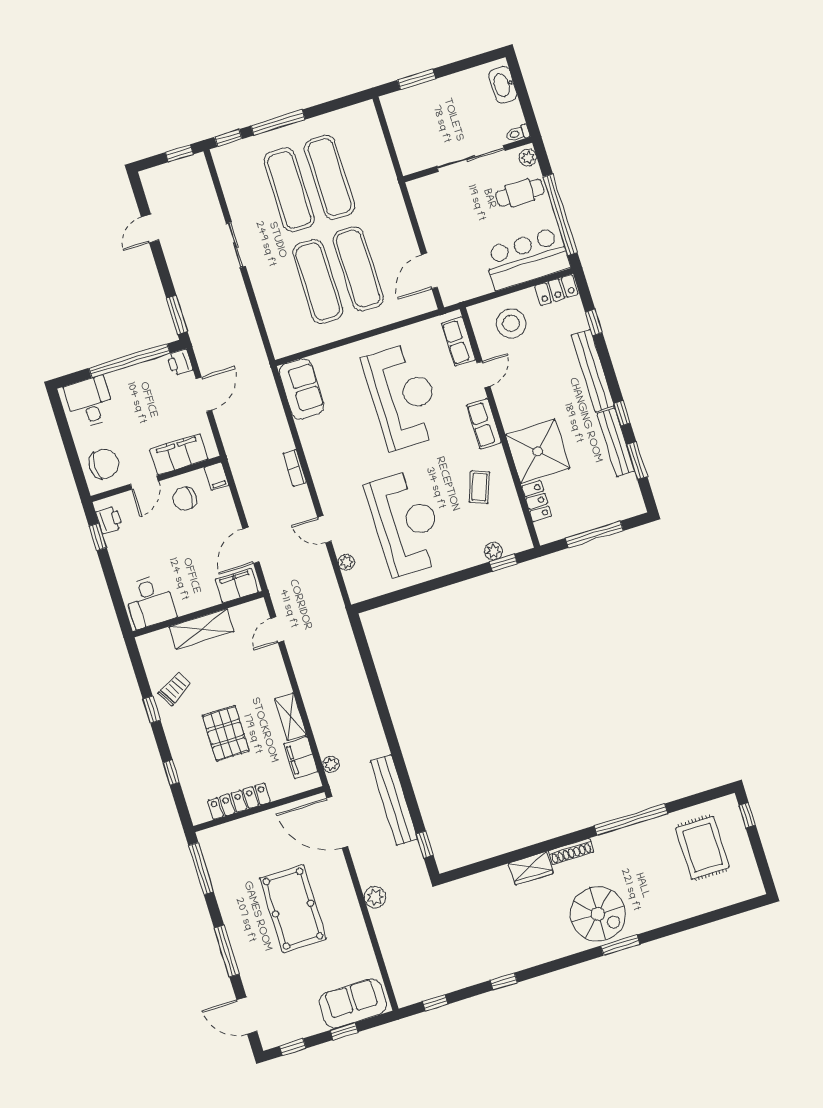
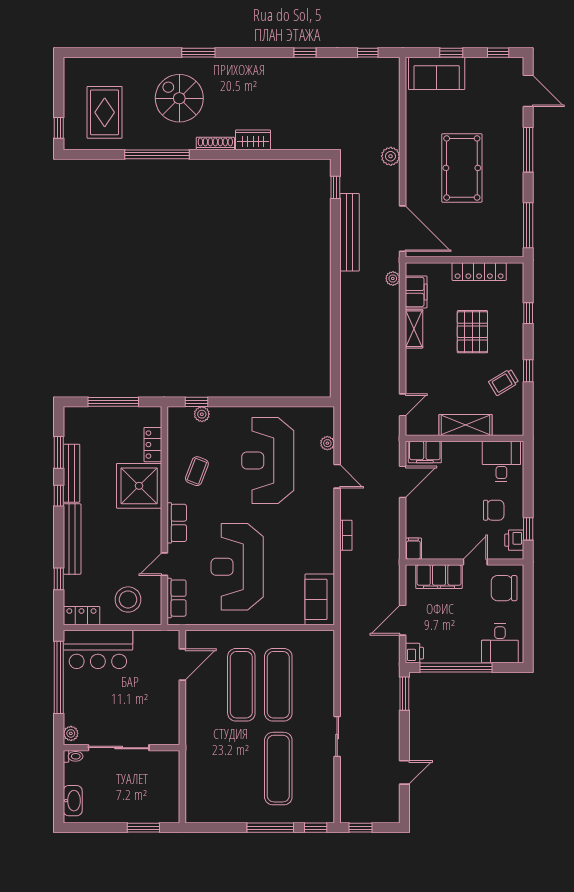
exercise mat: (330, 177) -> (241, 769), removed
cafe table: (520, 193) -> (87, 706), removed
chair: (185, 499) -> (494, 510), moved
spiral stairs: (598, 914) -> (179, 98), moved

